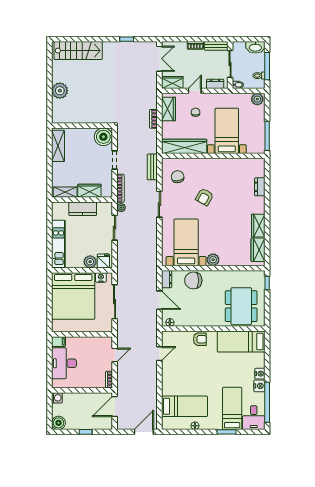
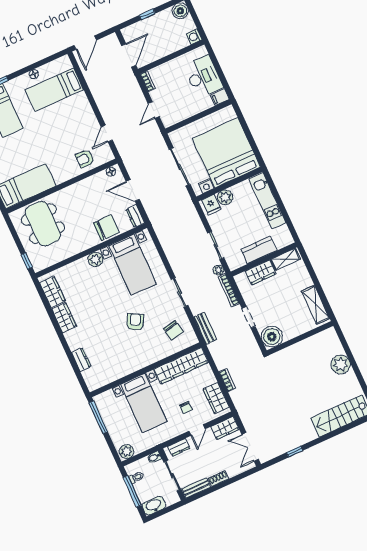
armchair: (200, 339) -> (85, 159), moved

